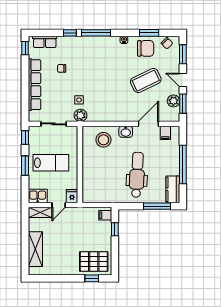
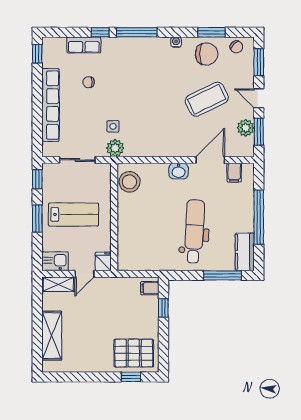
row of seats: (45, 42) -> (84, 45), moved
stool: (103, 140) -> (129, 182), moved

